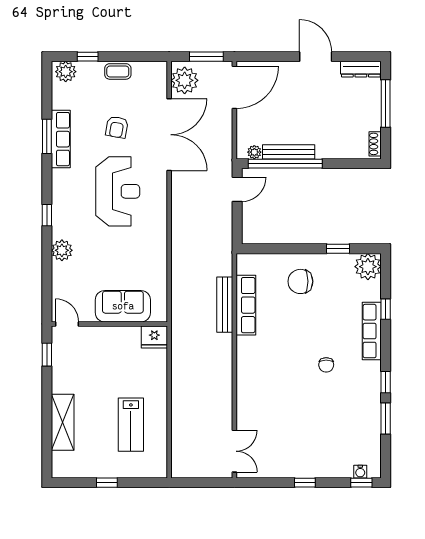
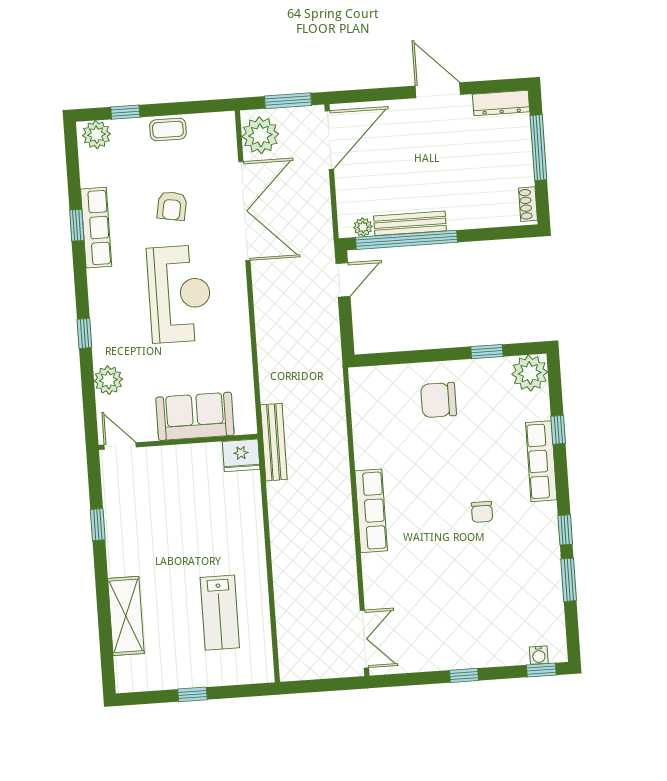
window: (47, 136) -> (77, 225), width x0.67
bench: (225, 305) -> (274, 442), moved
row of seats: (246, 305) -> (371, 511), moved
sofa: (123, 306) -> (195, 416), moved
door: (67, 324) -> (120, 446), moved
wall: (109, 324) -> (178, 442), moved
fridge: (154, 337) -> (241, 455), moved

